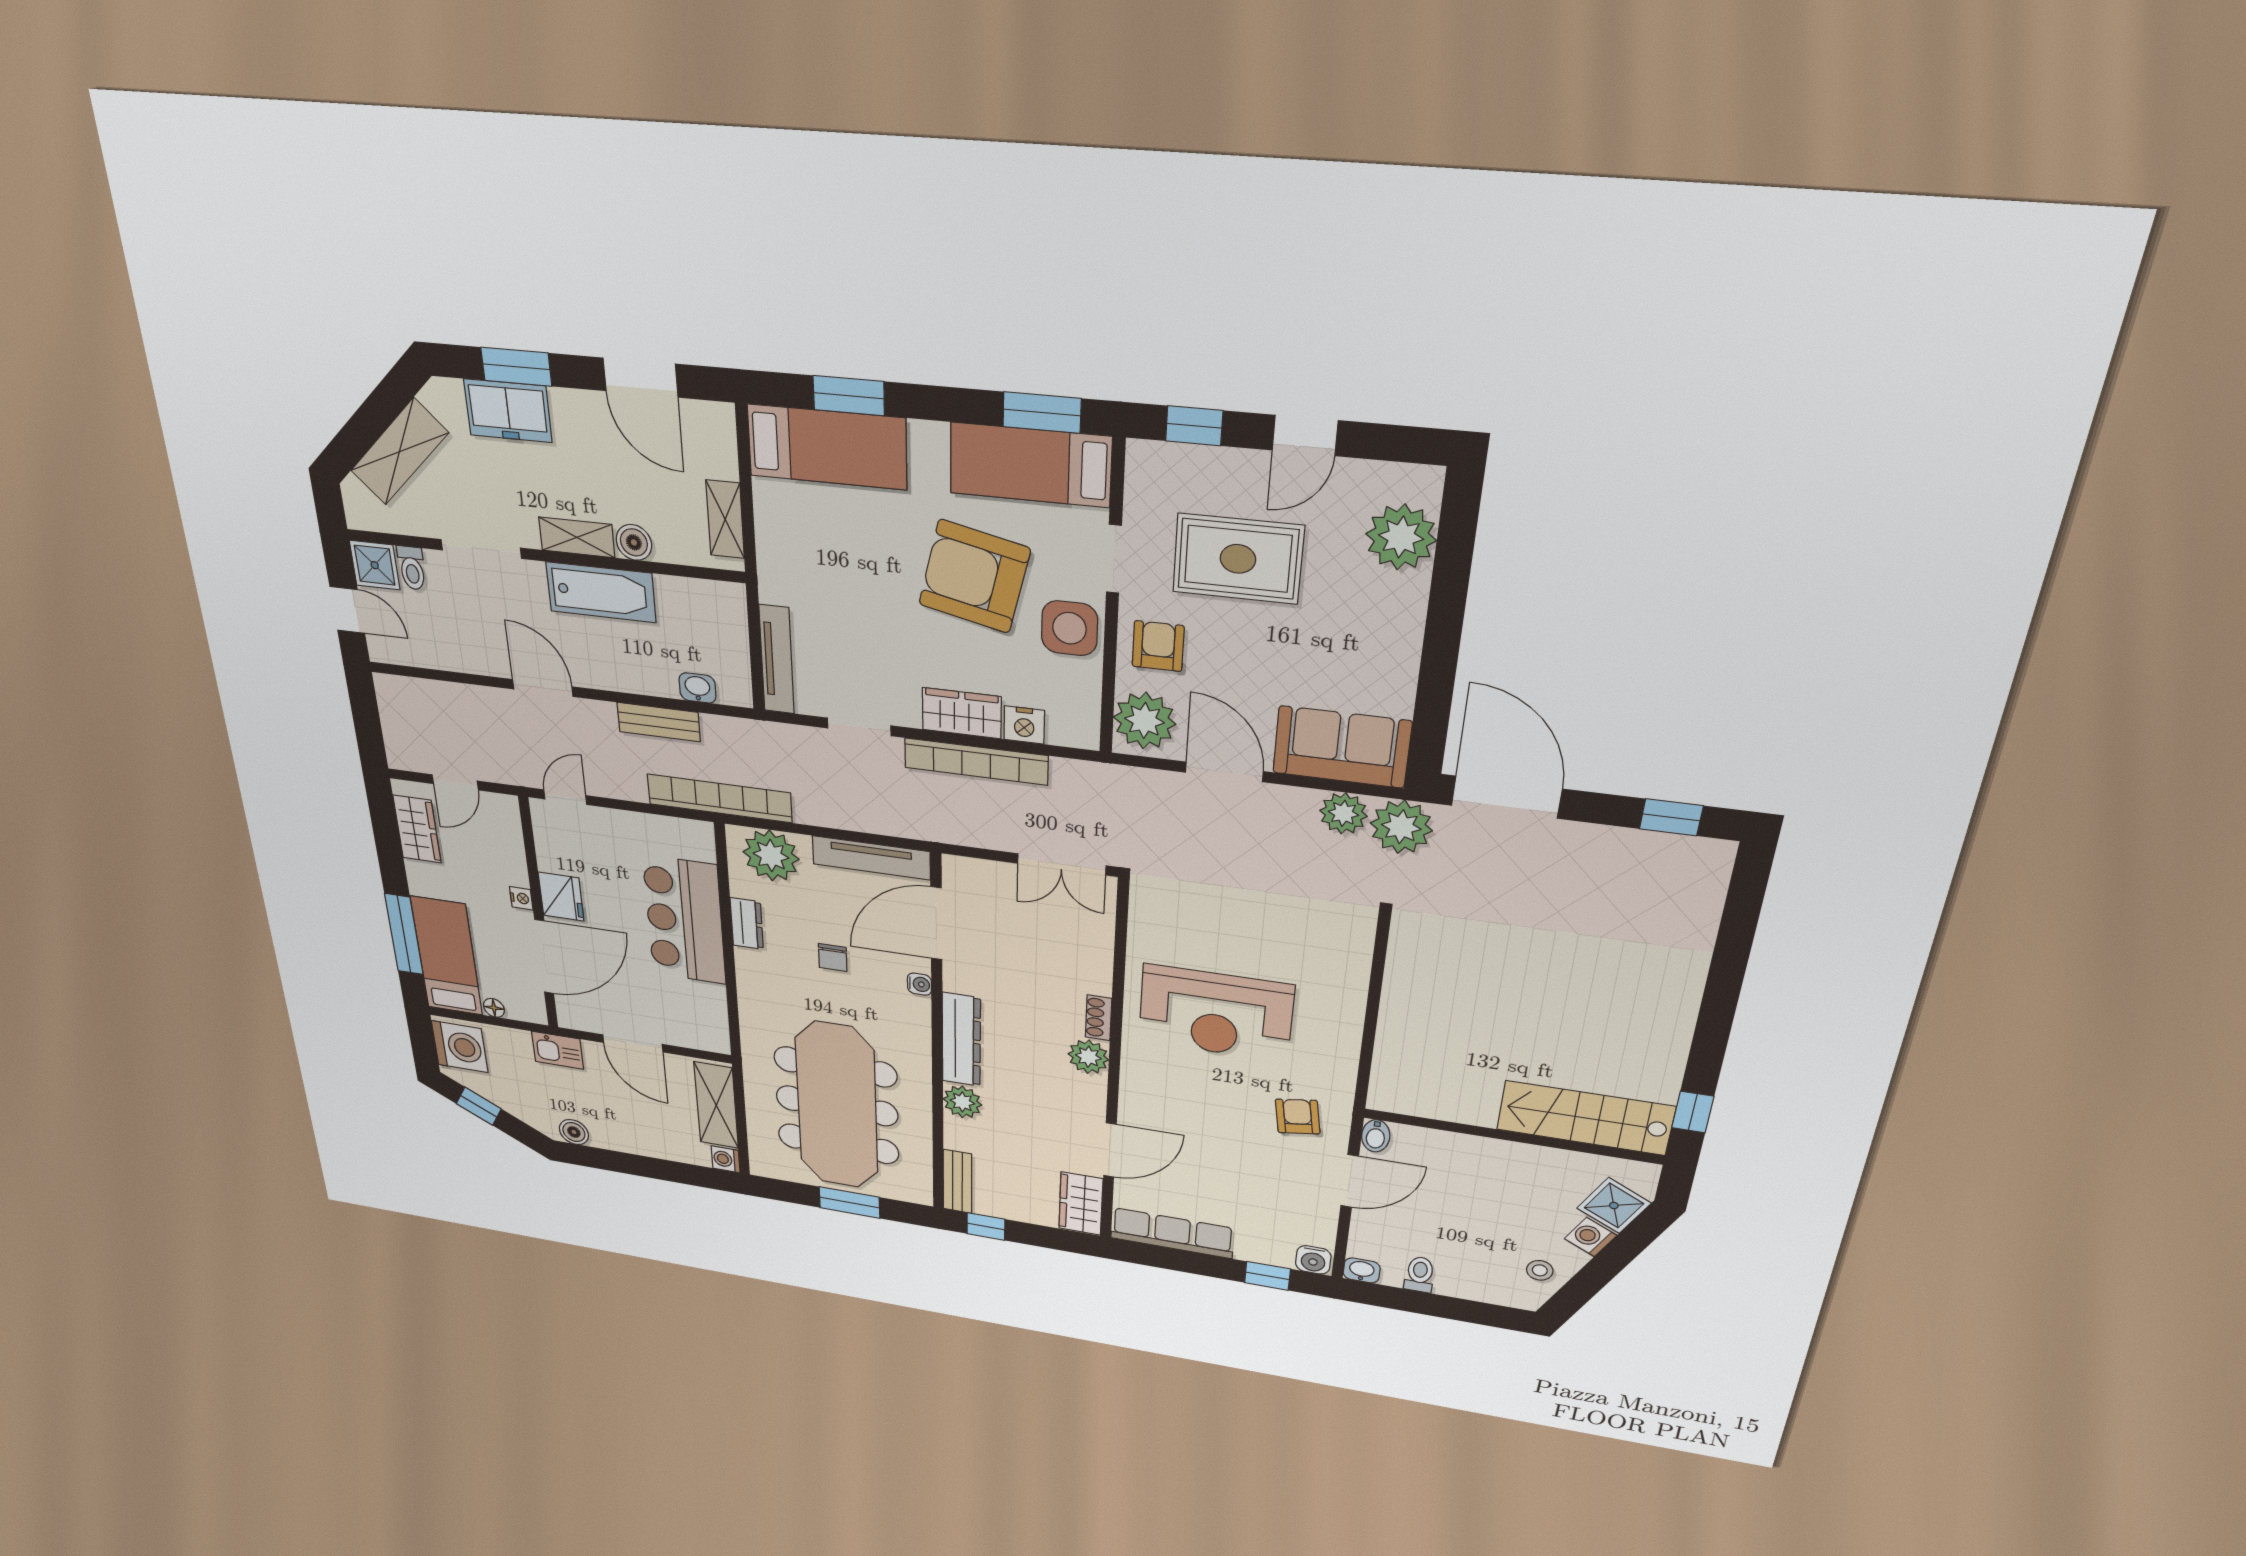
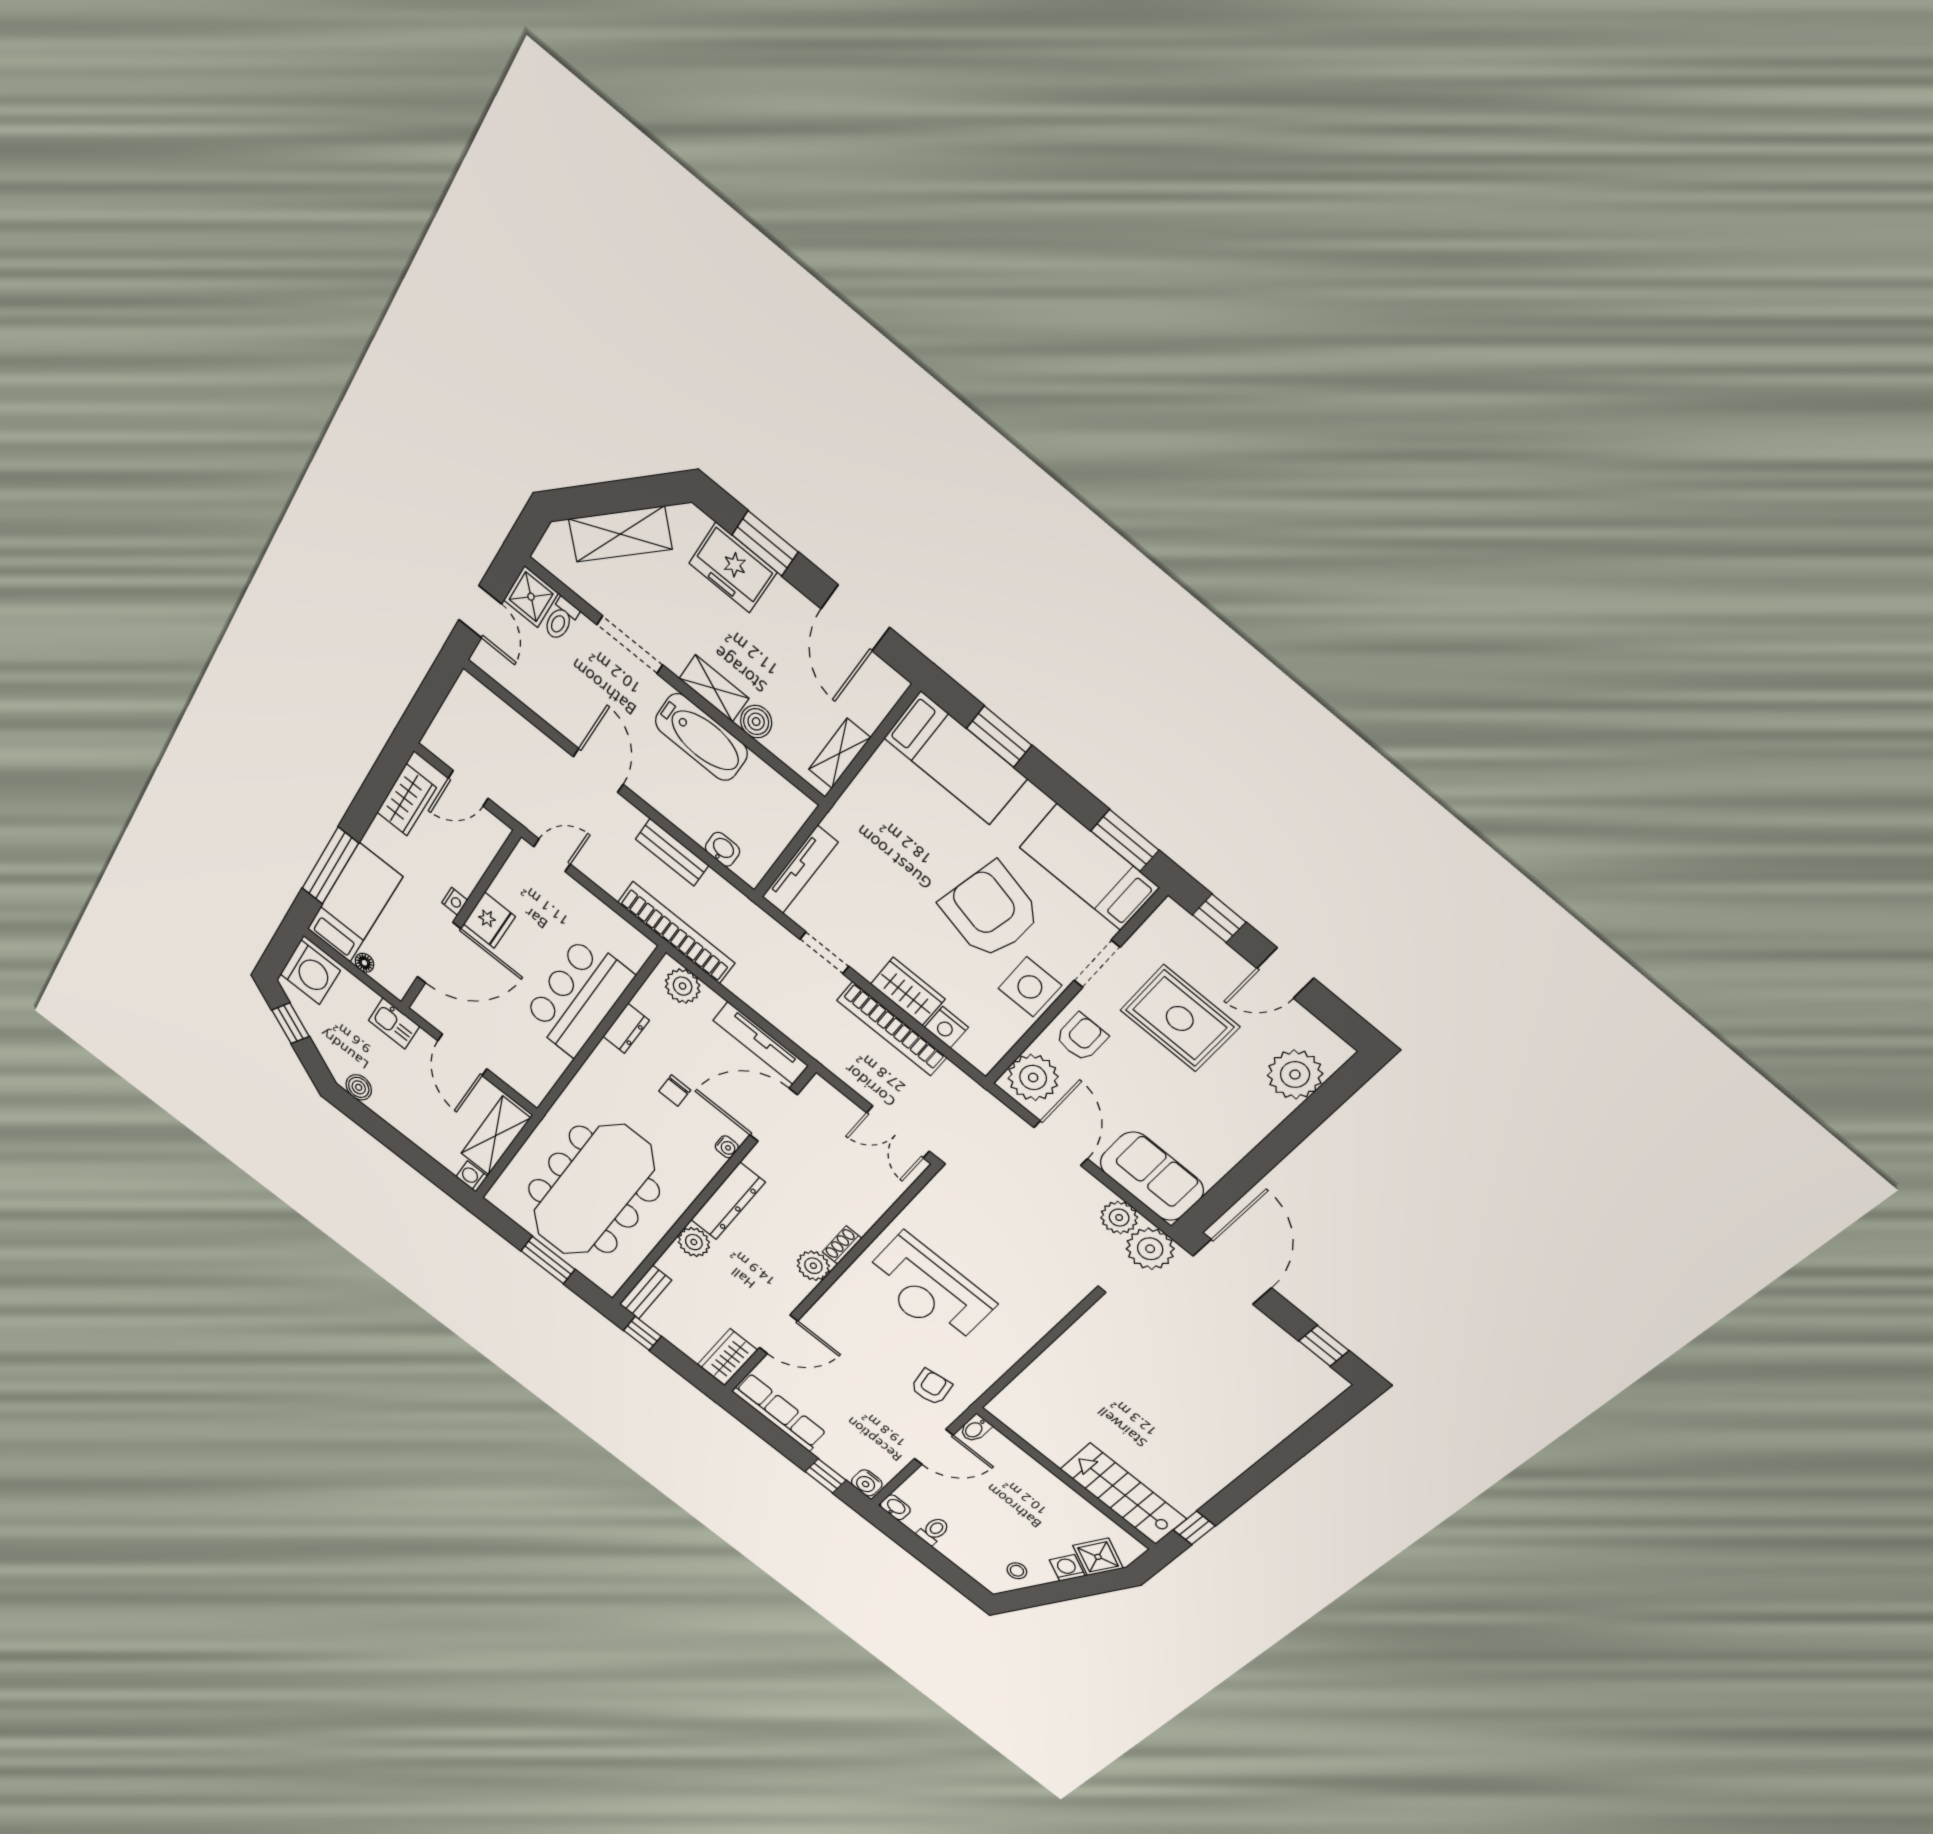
plant: (771, 856) -> (683, 986), width x0.73, depth x0.73

